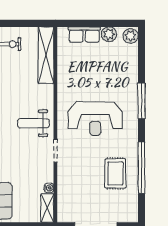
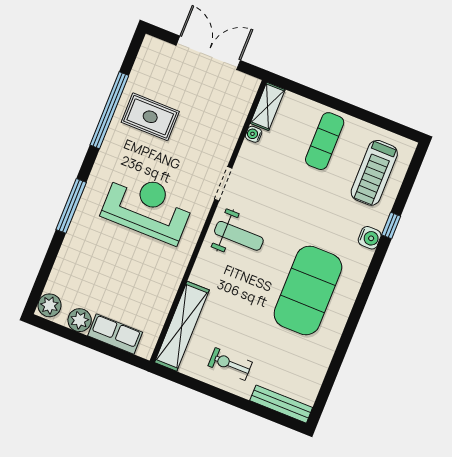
rug: (115, 174) -> (150, 117), turned 90

